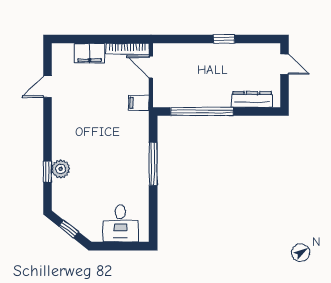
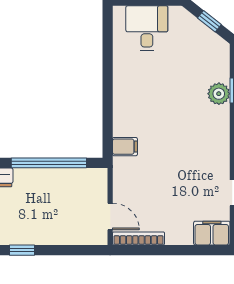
filing cabinet: (90, 53) -> (212, 233), moved
filing cabinet: (139, 103) -> (125, 147), moved
window: (153, 164) -> (108, 100), removed

